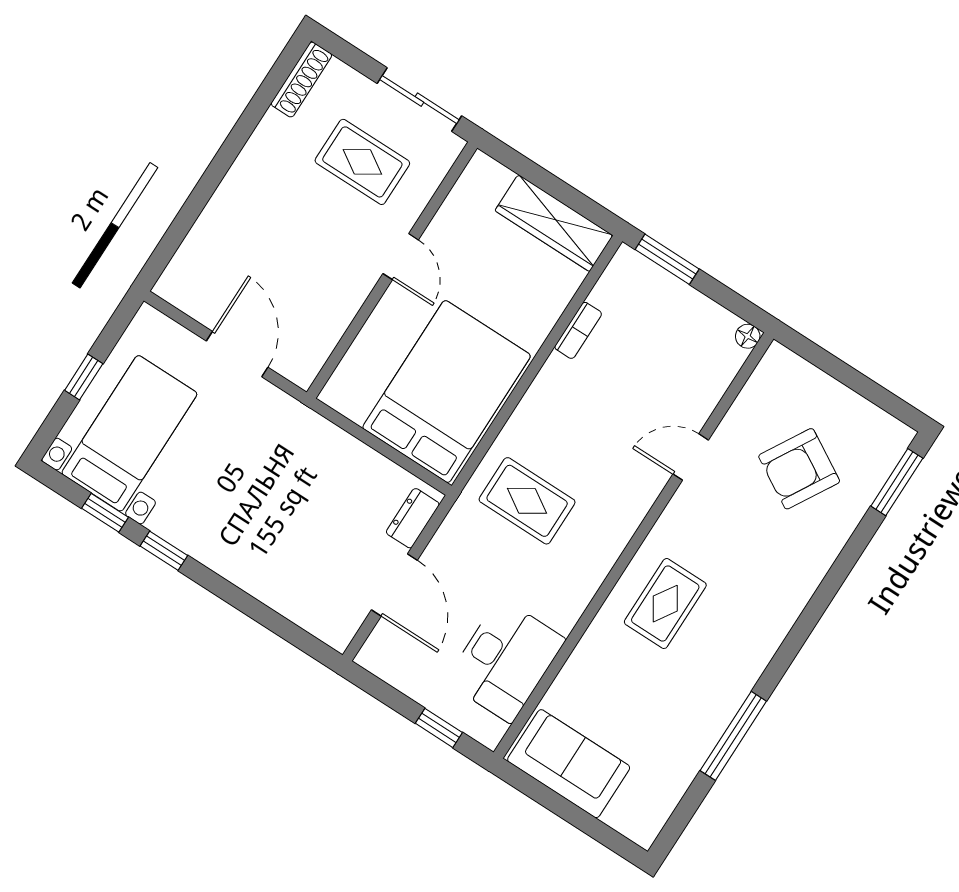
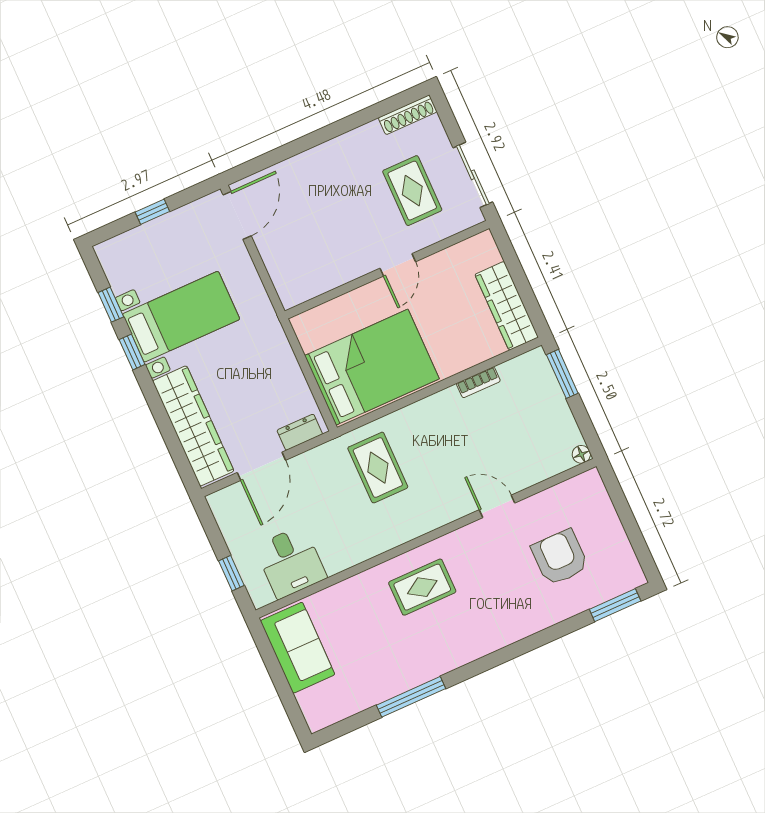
door: (237, 354) -> (237, 215), moved
bed with nightstands: (129, 433) -> (181, 317), moved
armchair: (799, 469) -> (560, 557), turned 60
wardrobe: (287, 589) -> (193, 426), added
desk: (505, 660) -> (291, 562), width x0.73

